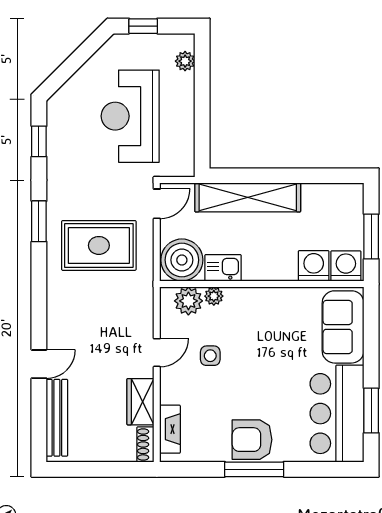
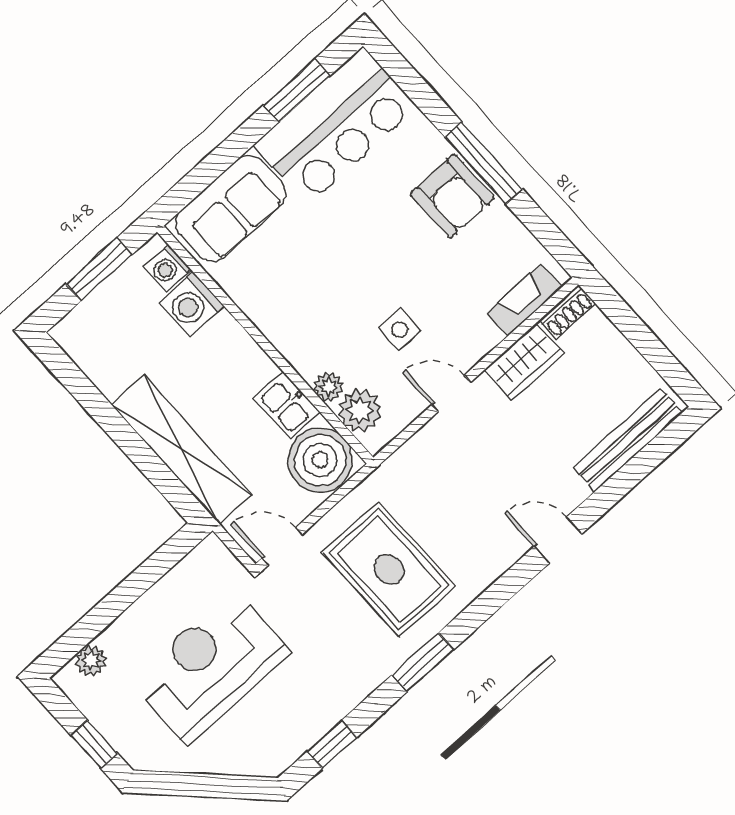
reception desk: (130, 116) -> (210, 667), turned 180
washing machine: (346, 266) -> (167, 268), width x0.73, depth x0.73
door: (39, 364) -> (558, 540), moved

